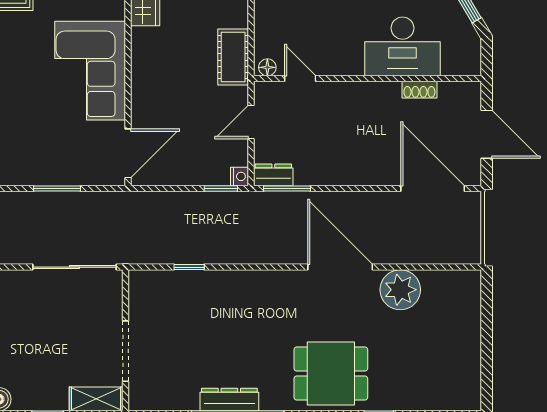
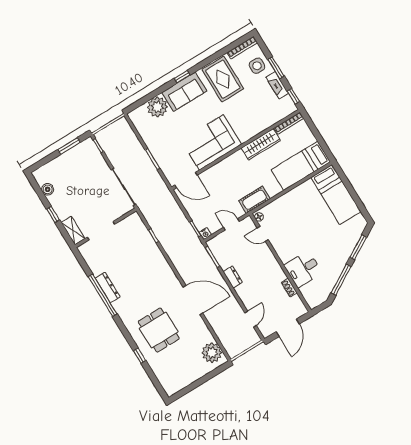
desk: (403, 46) -> (303, 269), width x0.73
door: (300, 79) -> (263, 234), swing flipped
dresser: (273, 175) -> (233, 277), moved
door: (433, 189) -> (251, 319), width x0.53
door: (340, 267) -> (193, 300), hinge flipped
plant: (400, 290) -> (212, 353), moved
dining table: (331, 373) -> (159, 330), moved

